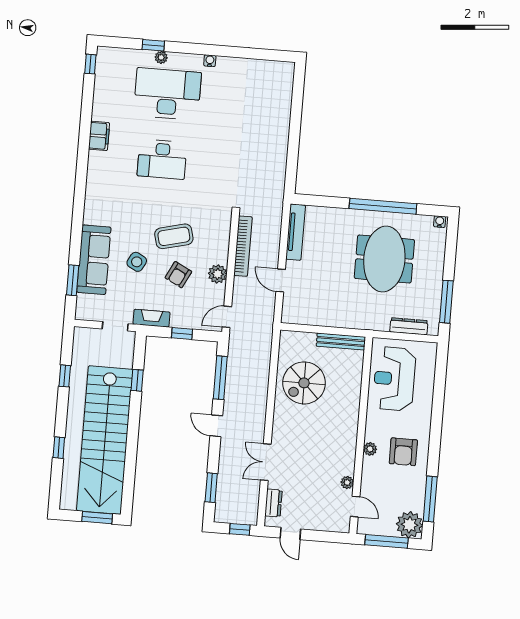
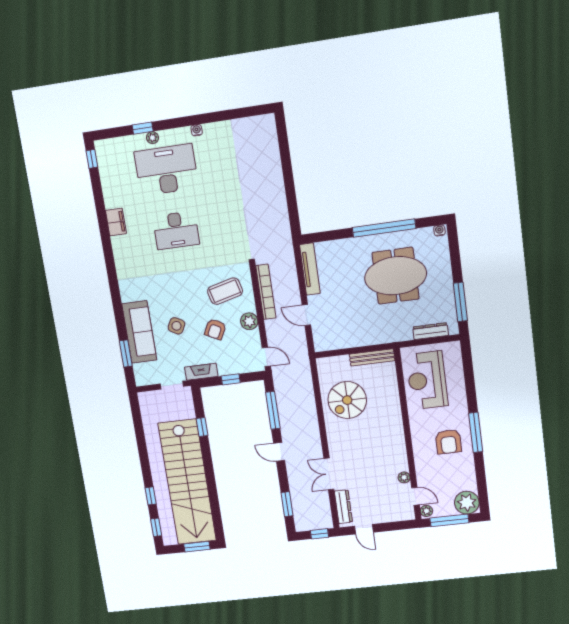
coffee table: (174, 236) -> (225, 291), moved
meeting table: (384, 259) -> (396, 276), turned 90
door: (227, 317) -> (266, 357), swing flipped
window: (65, 376) -> (156, 527), moved
plant: (370, 449) -> (426, 511), moved
window: (430, 499) -> (476, 432), moved
dresser: (273, 503) -> (343, 507), width x1.44

